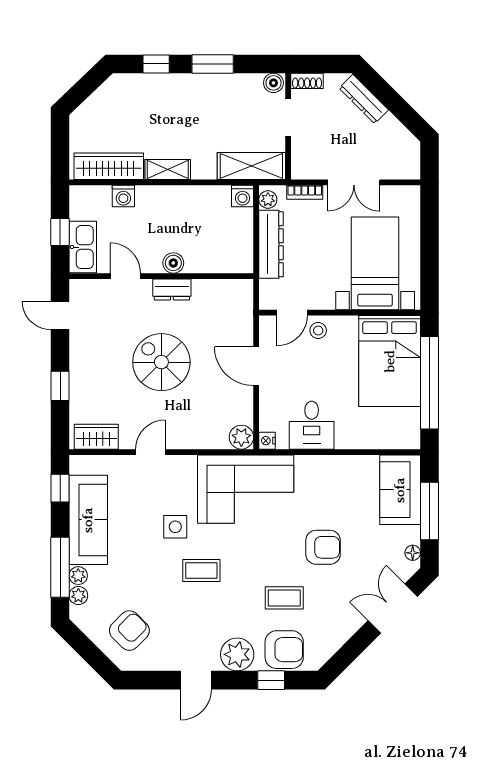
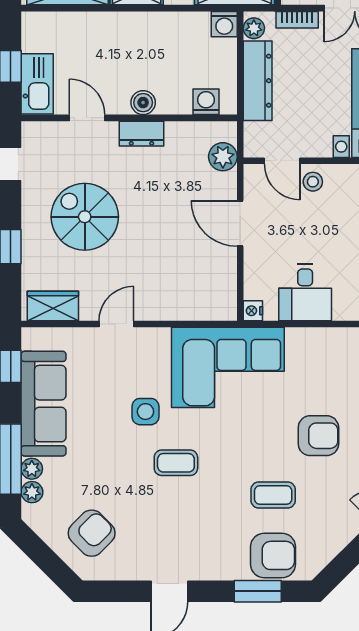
washing machine: (123, 196) -> (206, 102), moved, turned 180
door: (292, 313) -> (282, 161), hinge flipped
spiral stairs: (161, 362) -> (85, 217), moved
plant: (241, 437) -> (223, 157), moved
plant: (237, 654) -> (218, 561), removed
window: (271, 680) -> (258, 591), width x1.50

